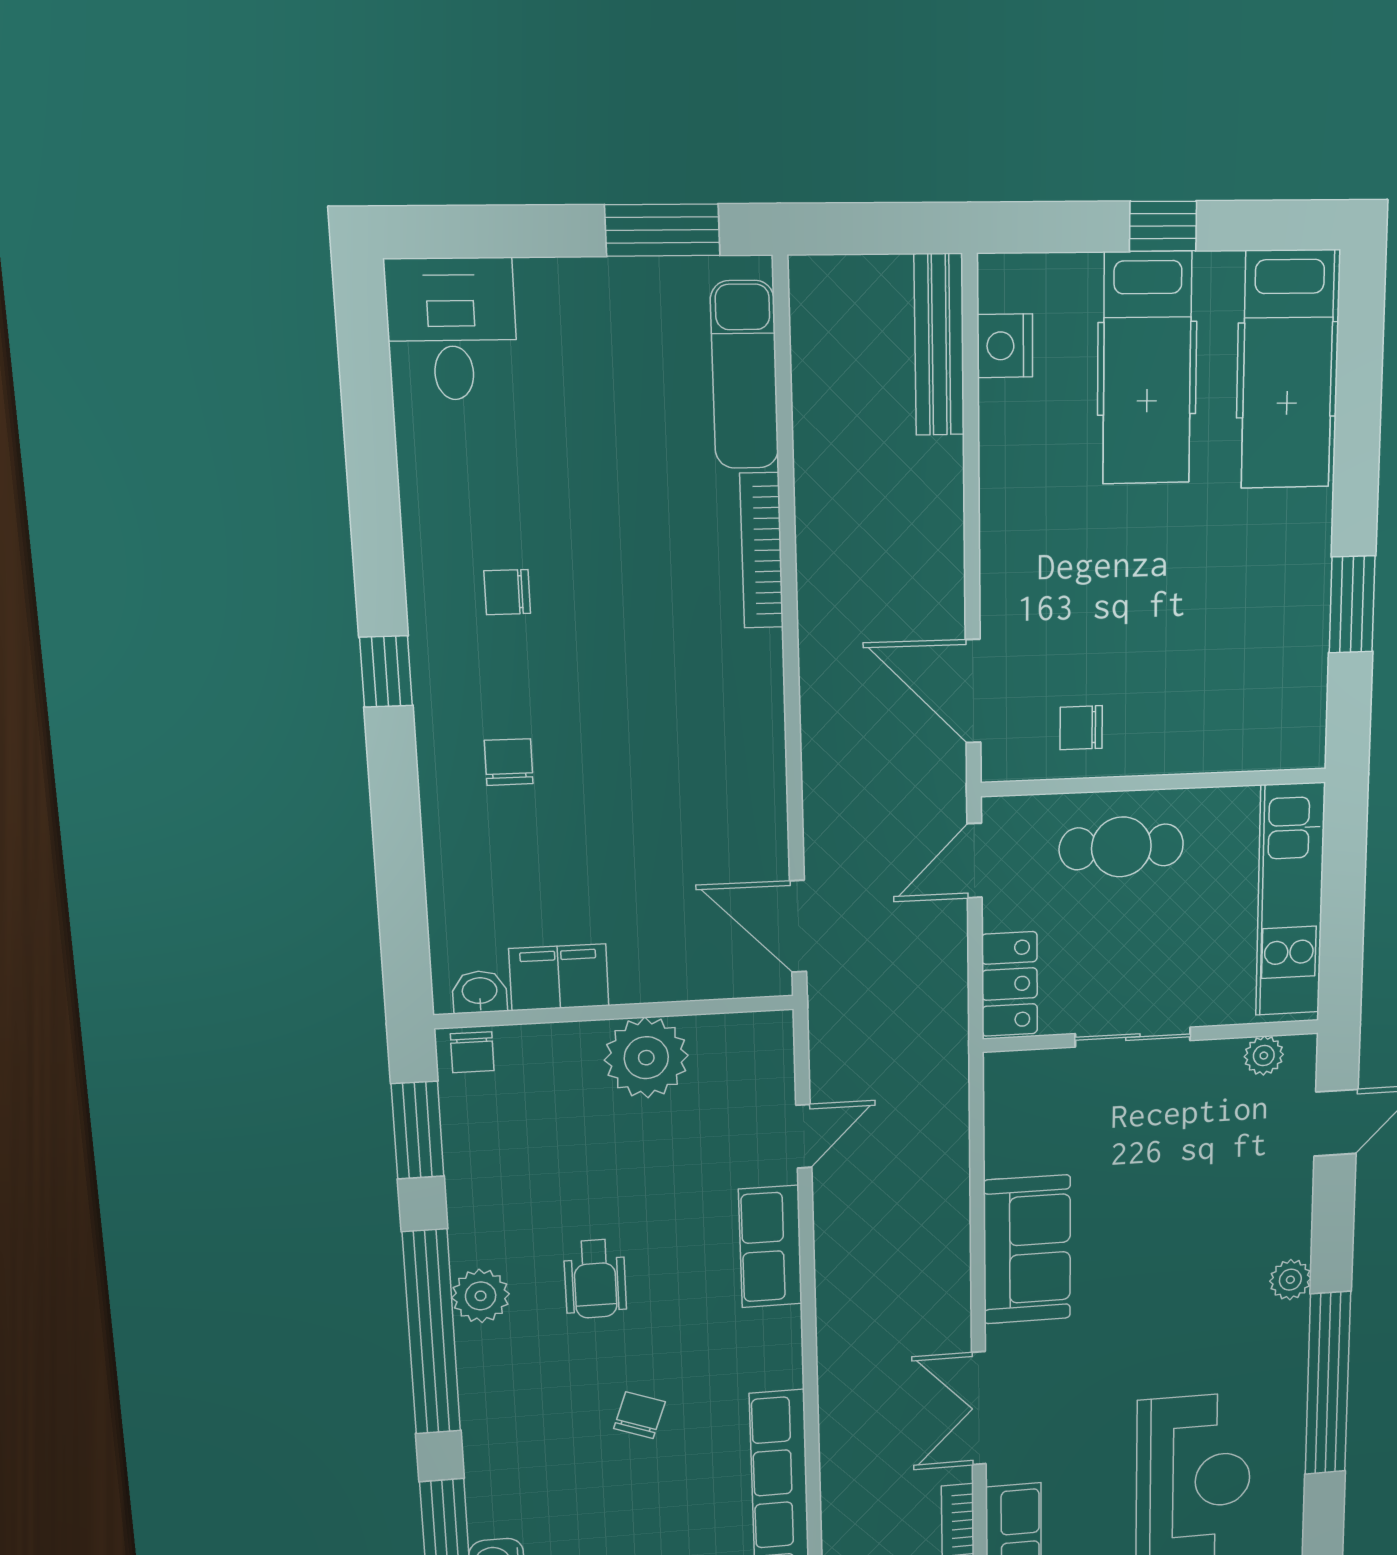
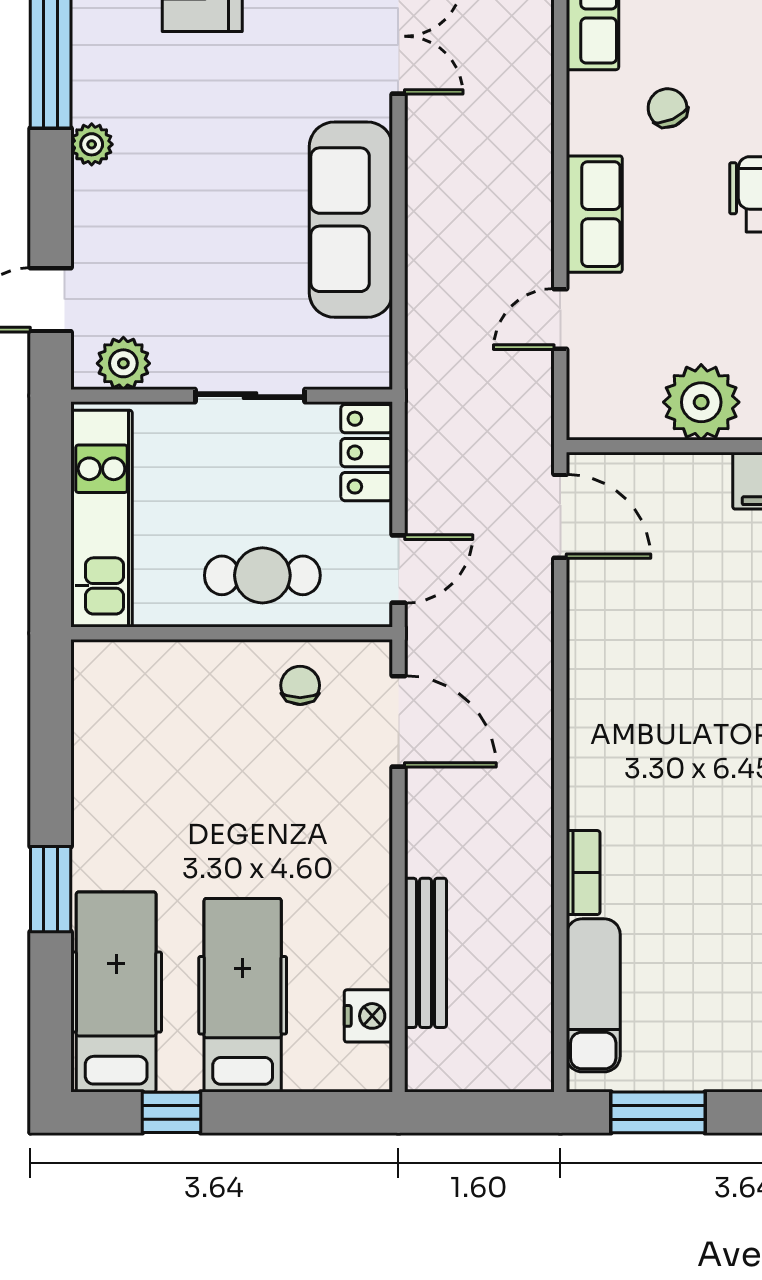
window: (1163, 226) -> (171, 1112), moved
bench: (939, 345) -> (425, 953), moved
bookcase: (762, 551) -> (583, 873), width x0.64
window: (1352, 604) -> (51, 889), moved
chair: (1081, 728) -> (300, 685), turned -90
plant: (1264, 1056) -> (123, 363), width x1.38, depth x1.38
sofa: (1027, 1250) -> (351, 220), width x1.36
chair: (639, 1415) -> (668, 108), moved, turned 136

